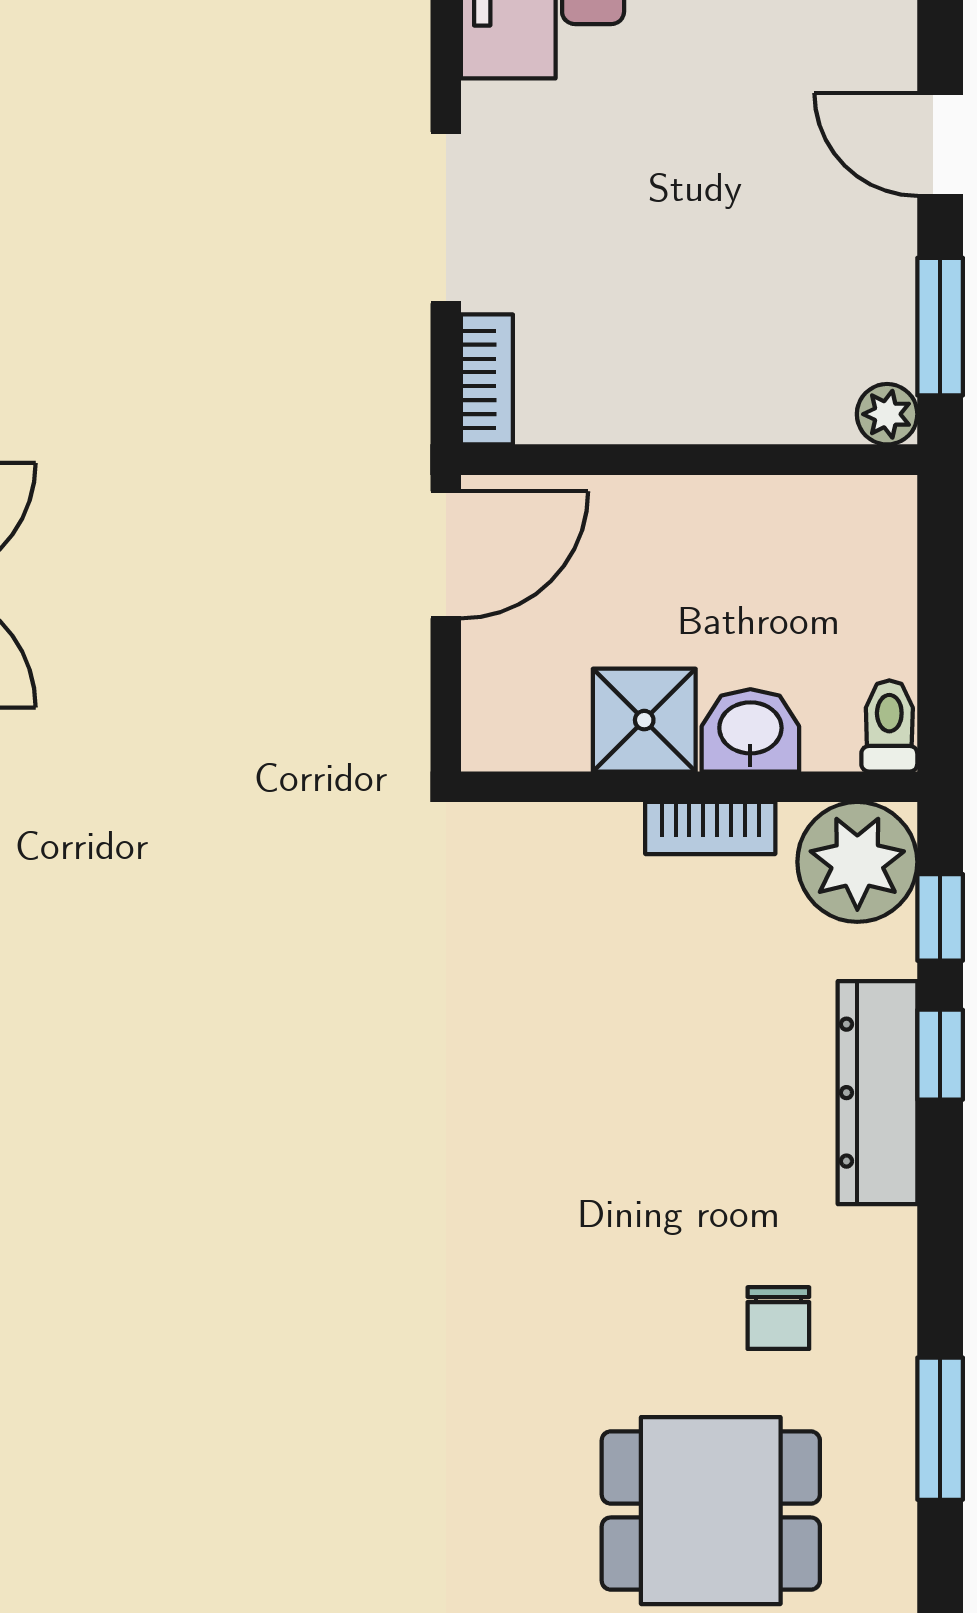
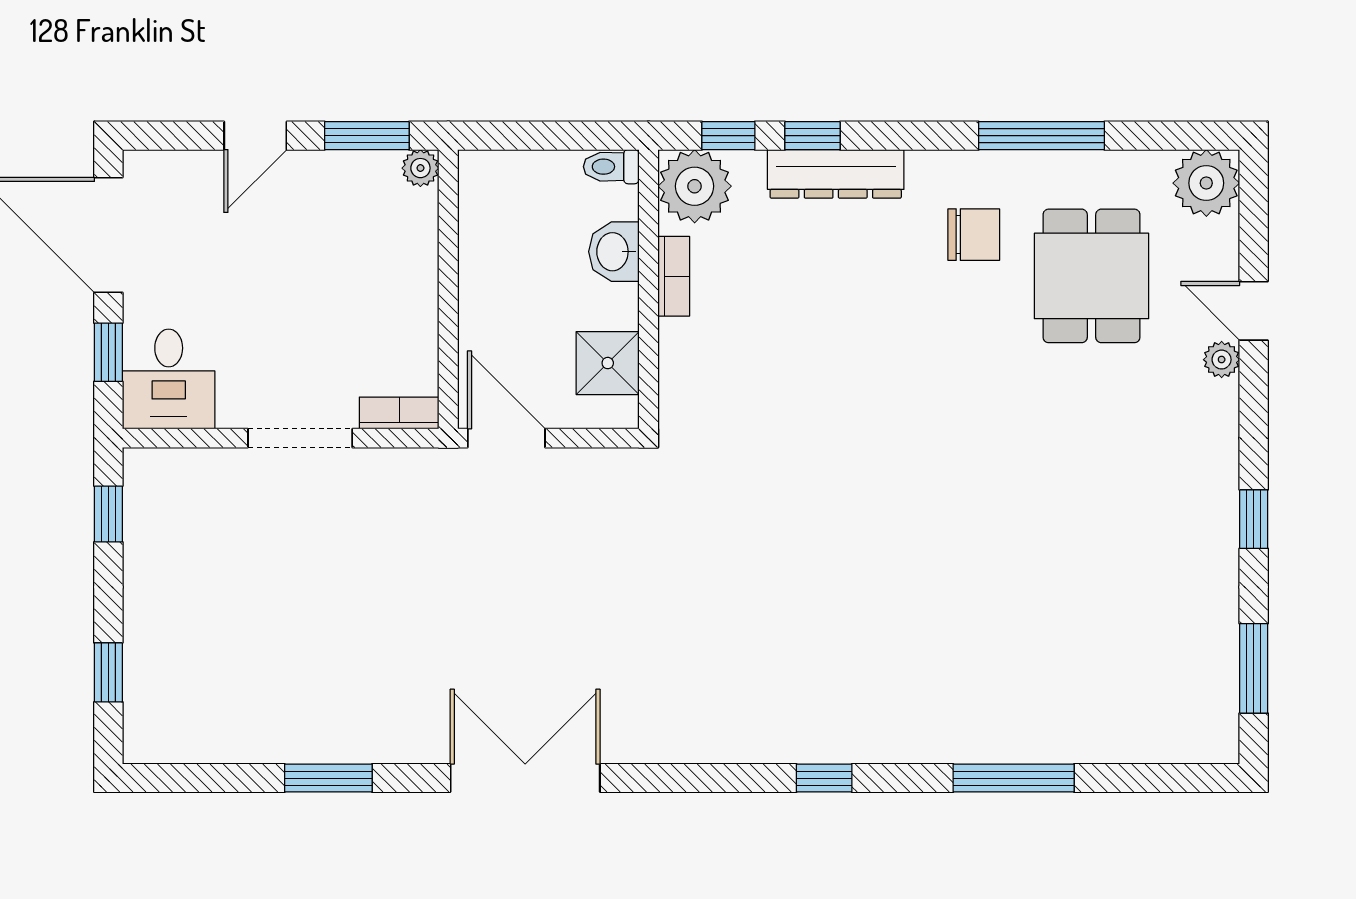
shower: (644, 720) -> (608, 363), moved
chair: (778, 1318) -> (974, 235), width x1.37, depth x1.37
window: (940, 1429) -> (1041, 136), width x1.44

